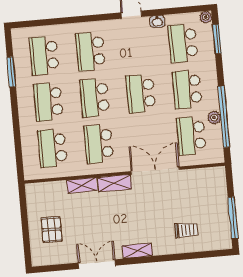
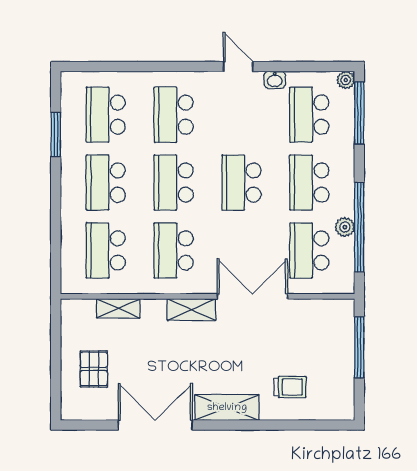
window: (217, 39) -> (359, 113), width x1.44
shelving: (82, 185) -> (118, 308), moved
window: (233, 218) -> (359, 347), moved
shelving: (137, 251) -> (227, 408), width x1.50, depth x1.33
double door: (97, 264) -> (155, 425), width x1.37

